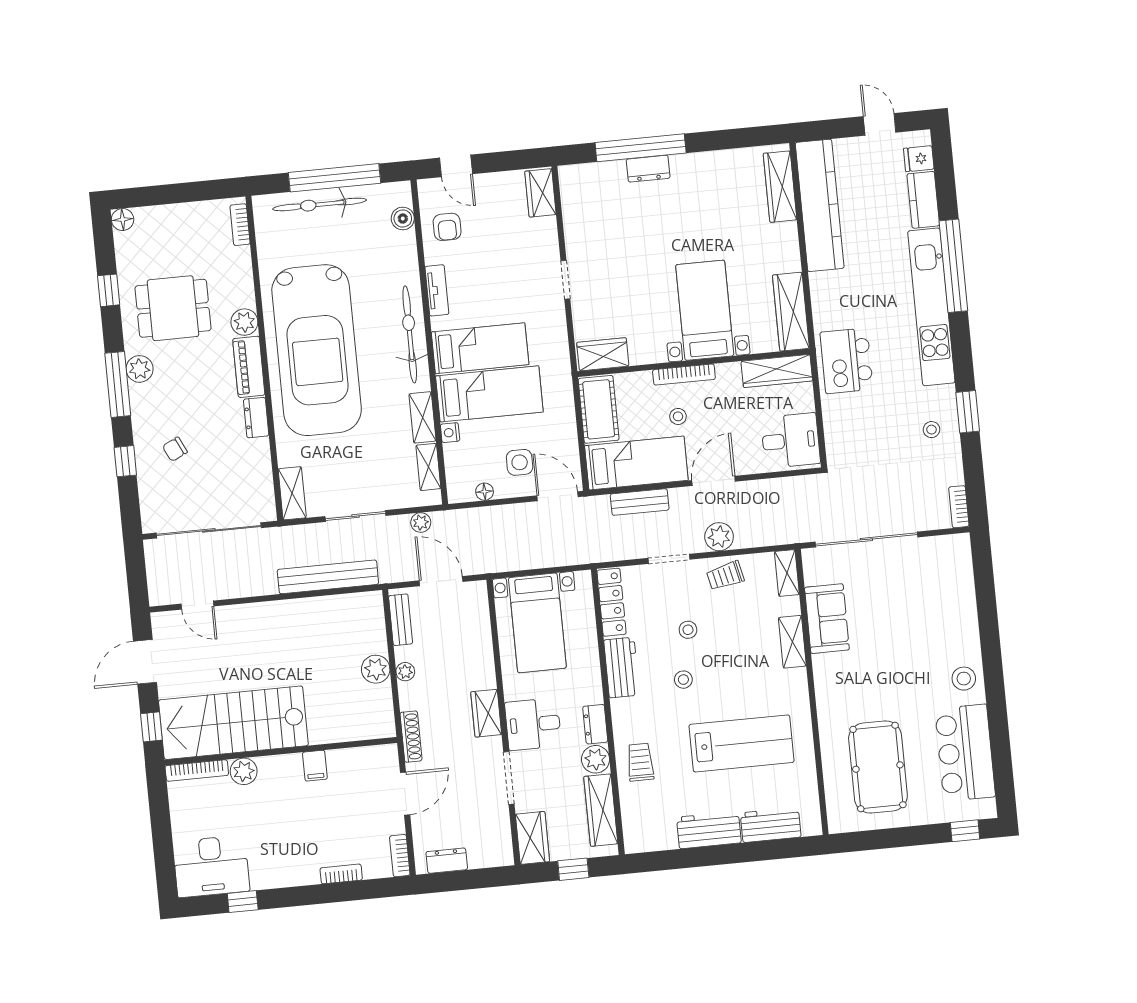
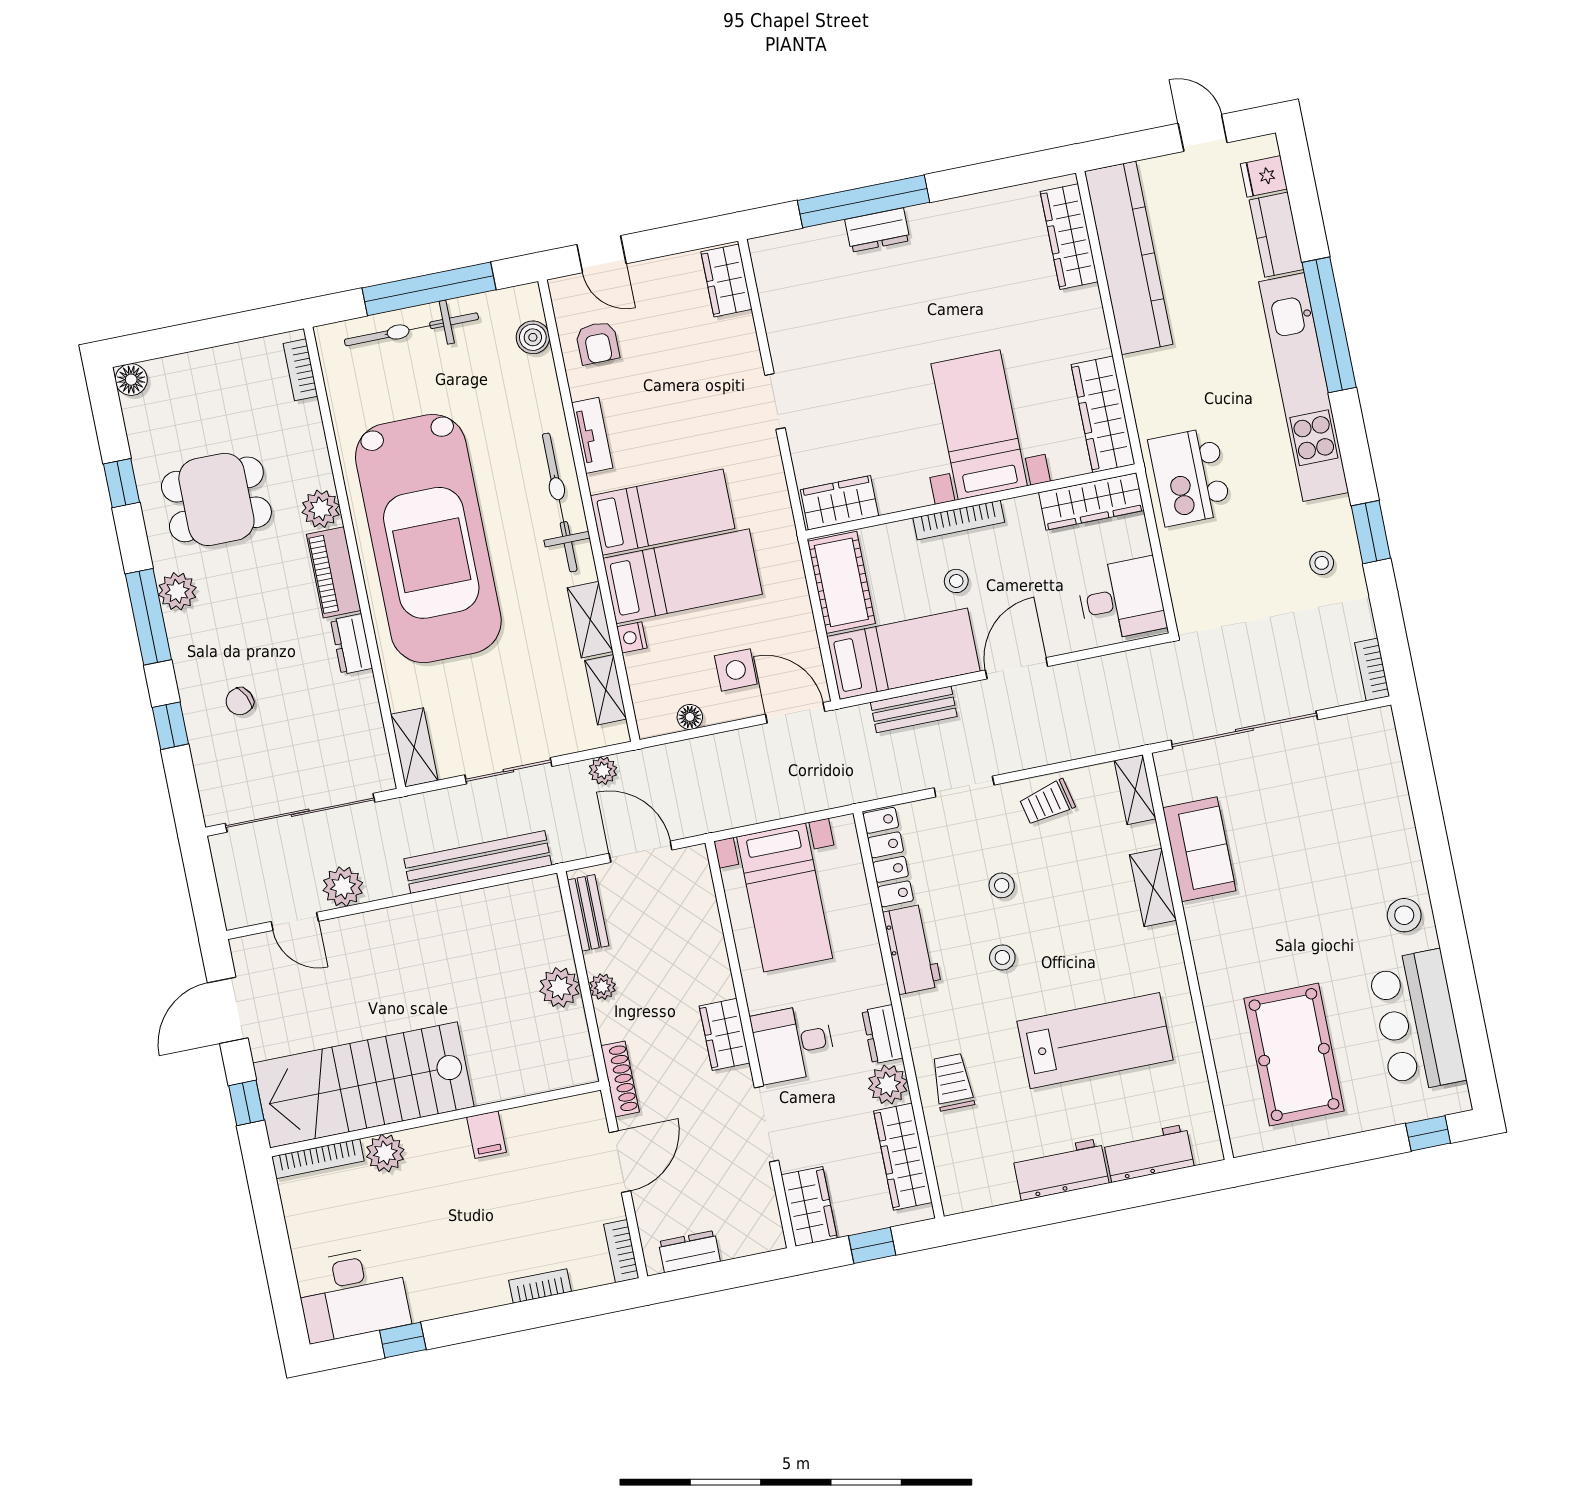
plant: (719, 537) -> (343, 887), moved

